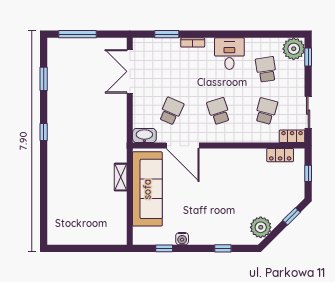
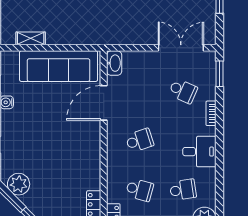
window: (167, 34) -> (220, 74), moved
school desk: (171, 111) -> (183, 91), moved
shelving: (121, 177) -> (31, 38), moved

